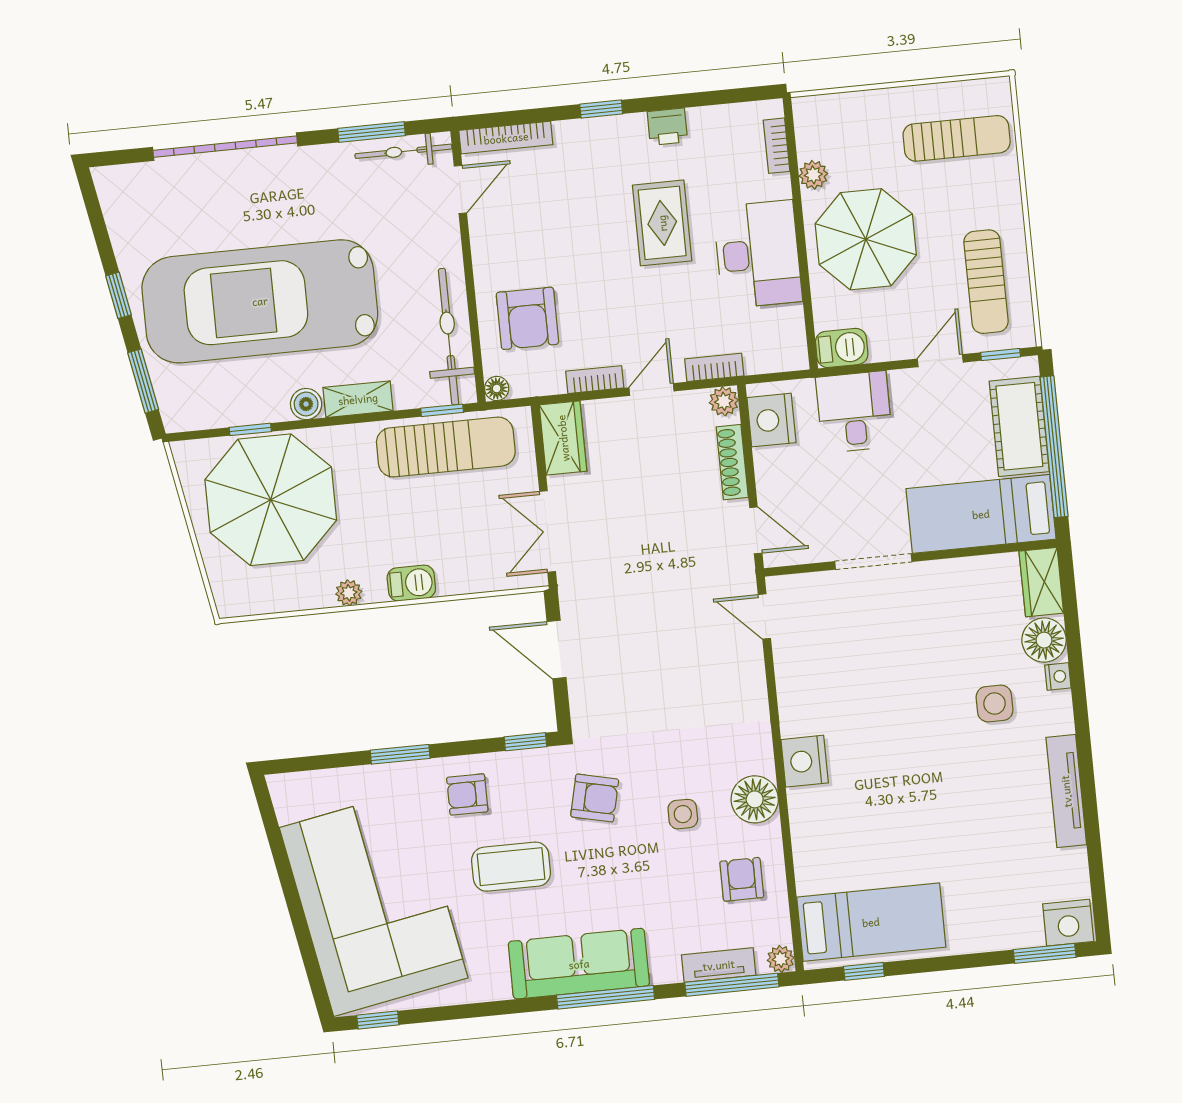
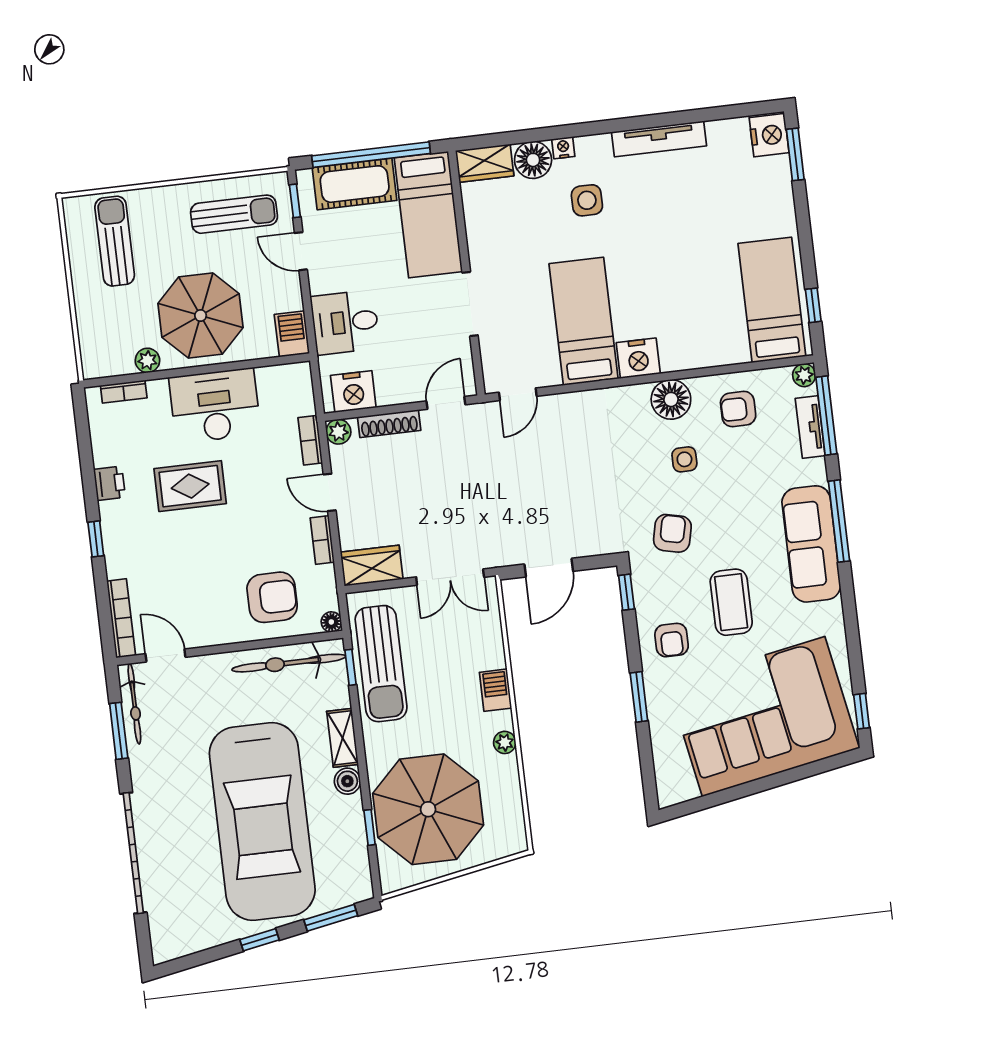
sun lounger: (446, 447) -> (381, 664), turned 180
bed: (850, 697) -> (584, 321), added

